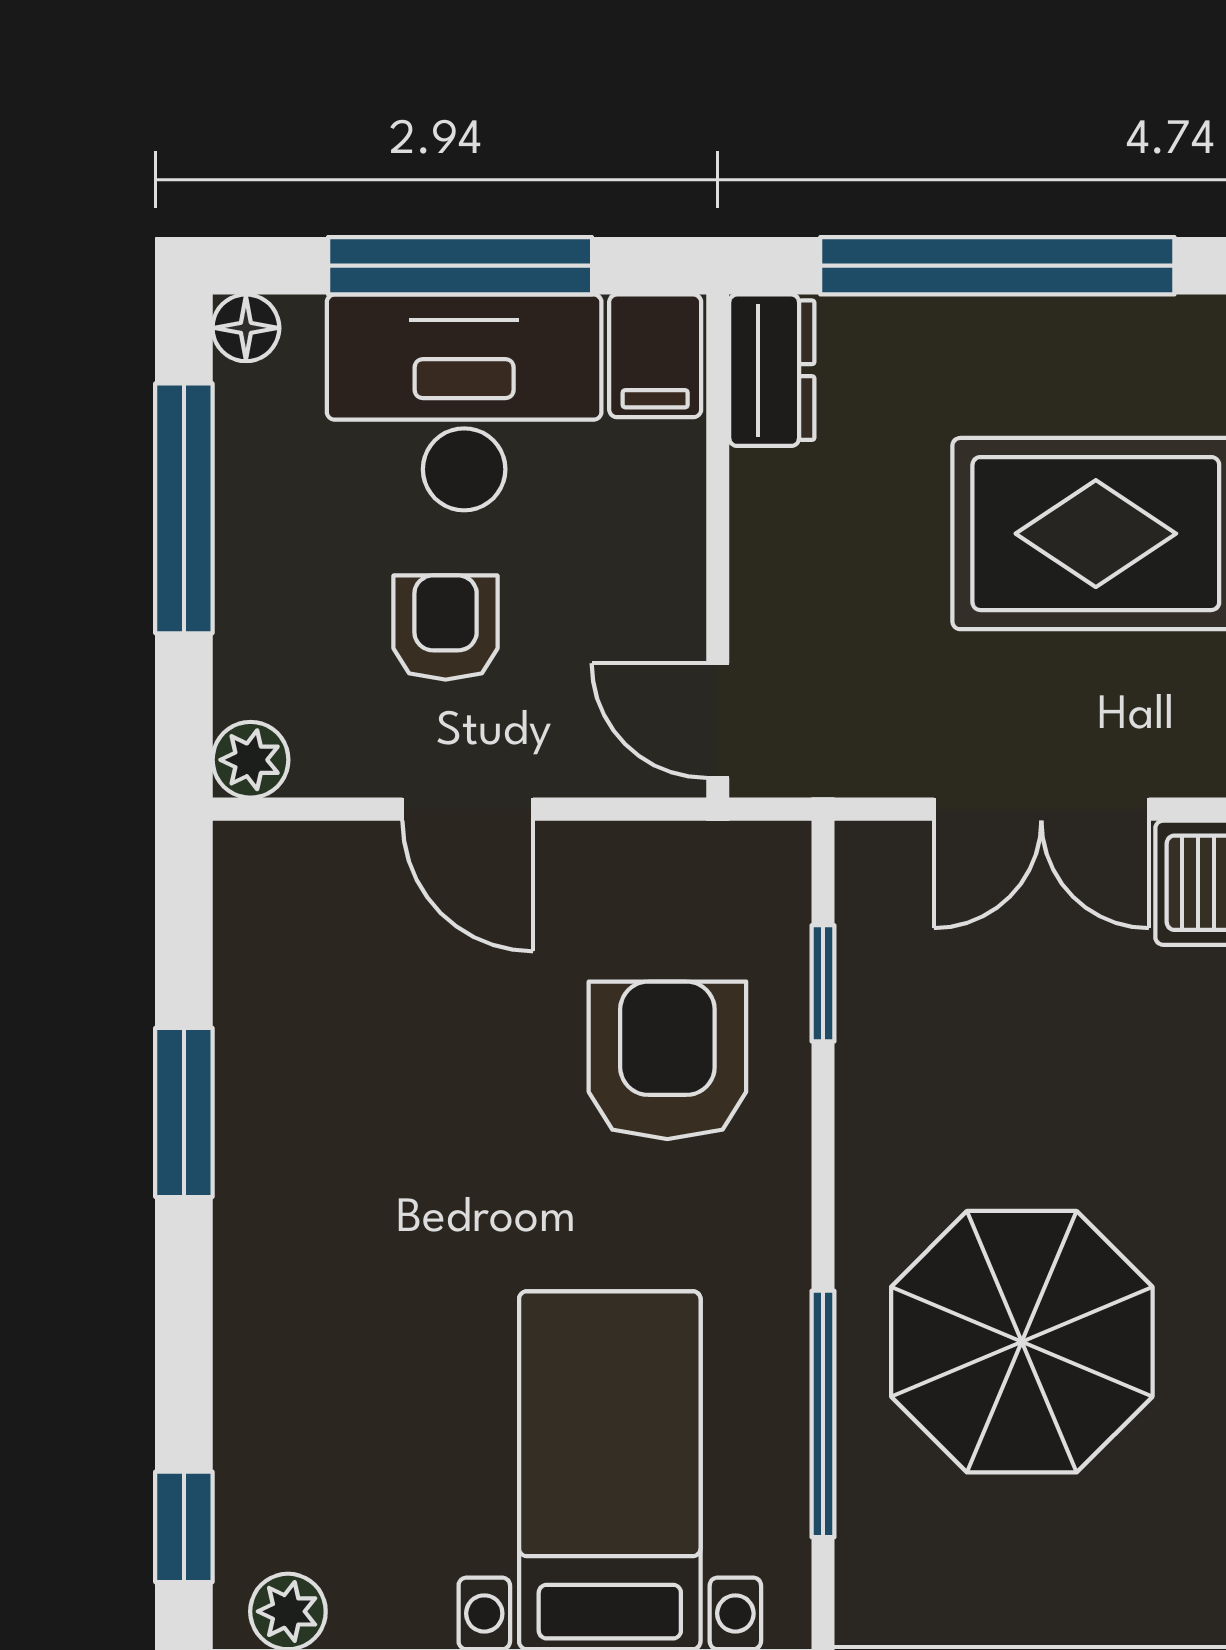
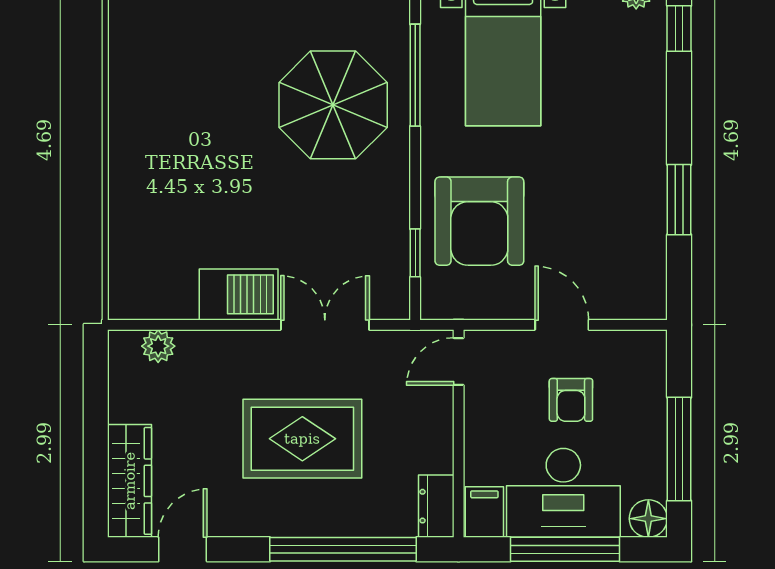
floor lamp: (246, 328) -> (648, 519), width x1.37, depth x1.37
door: (718, 720) -> (459, 361), swing flipped
plant: (250, 760) -> (652, 345), removed
armchair: (667, 1060) -> (479, 221), width x1.36, depth x1.36

